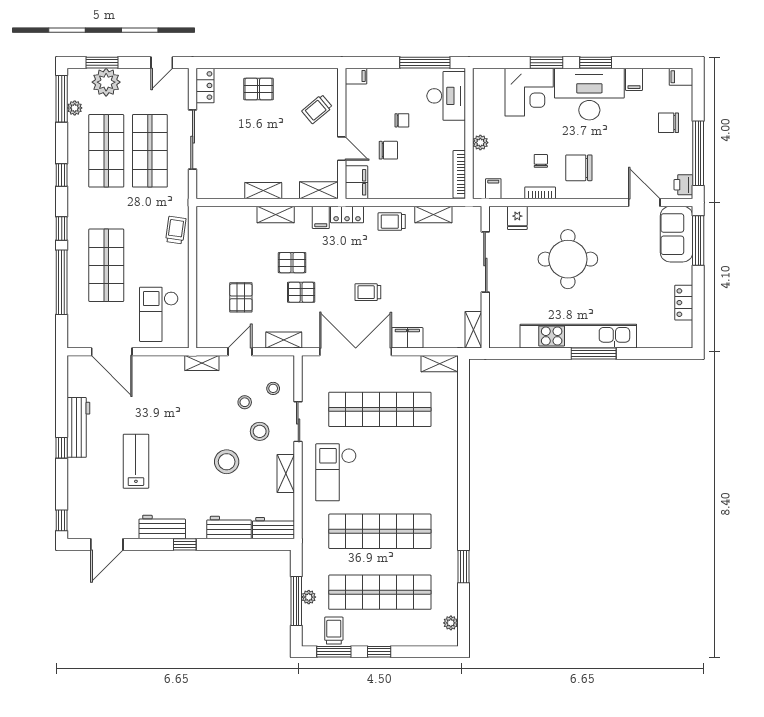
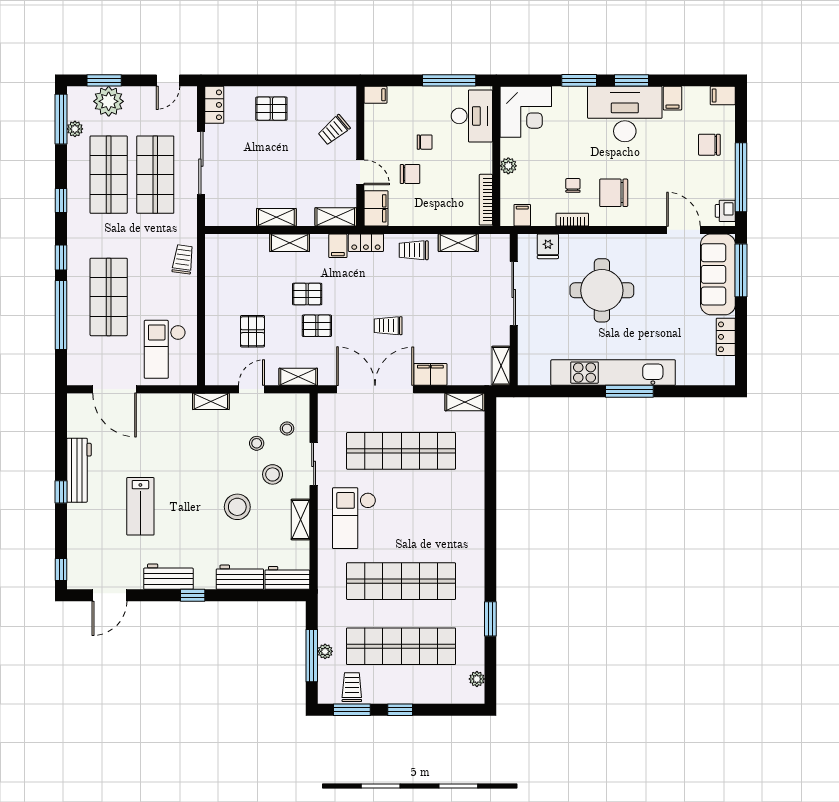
corner desk: (529, 92) -> (526, 112), moved
sofa: (677, 234) -> (718, 274), width x1.36
lab bench: (136, 461) -> (140, 506), turned 180

